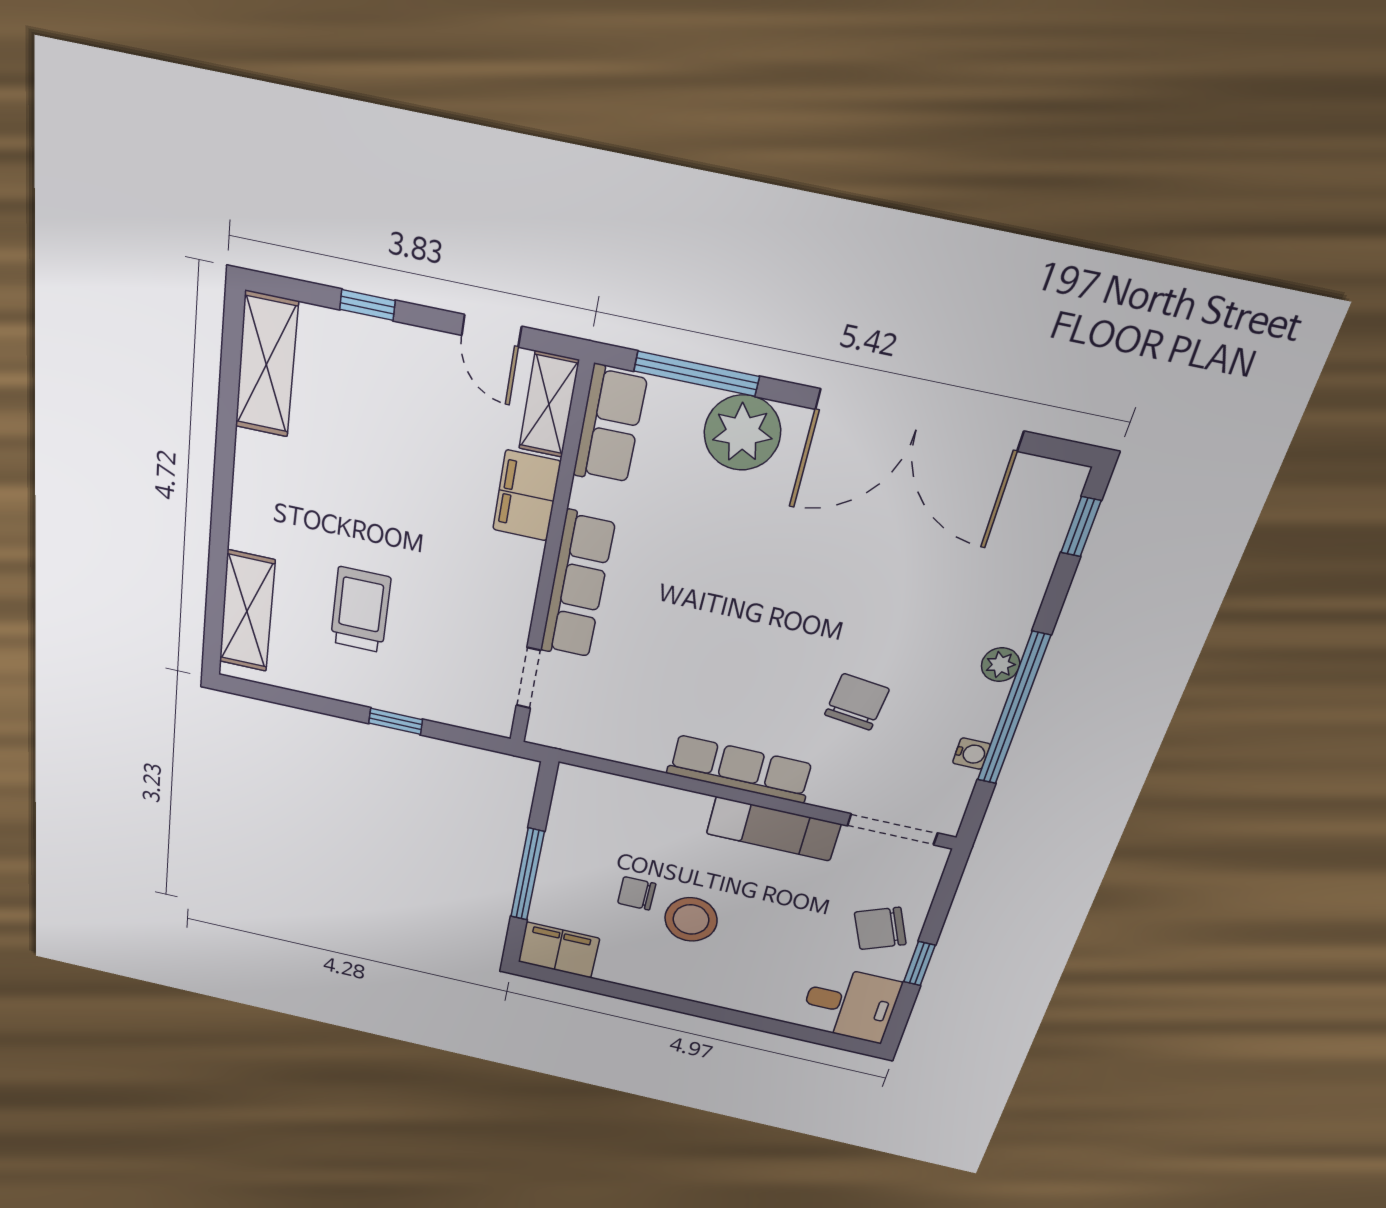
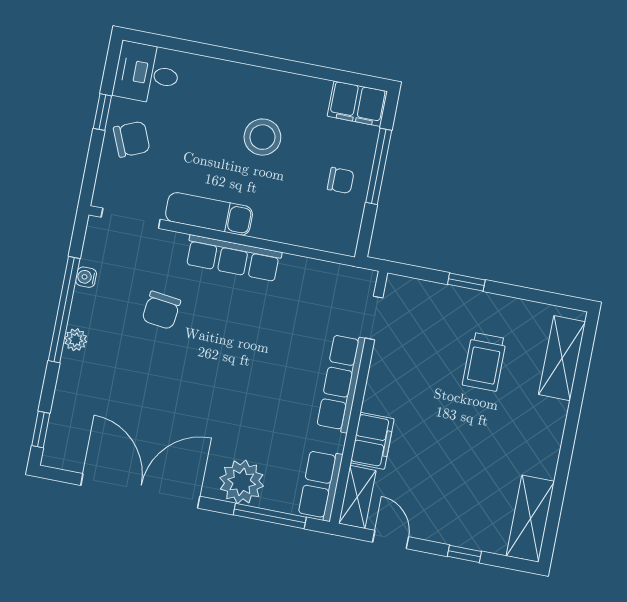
chair: (637, 893) -> (341, 180), moved

